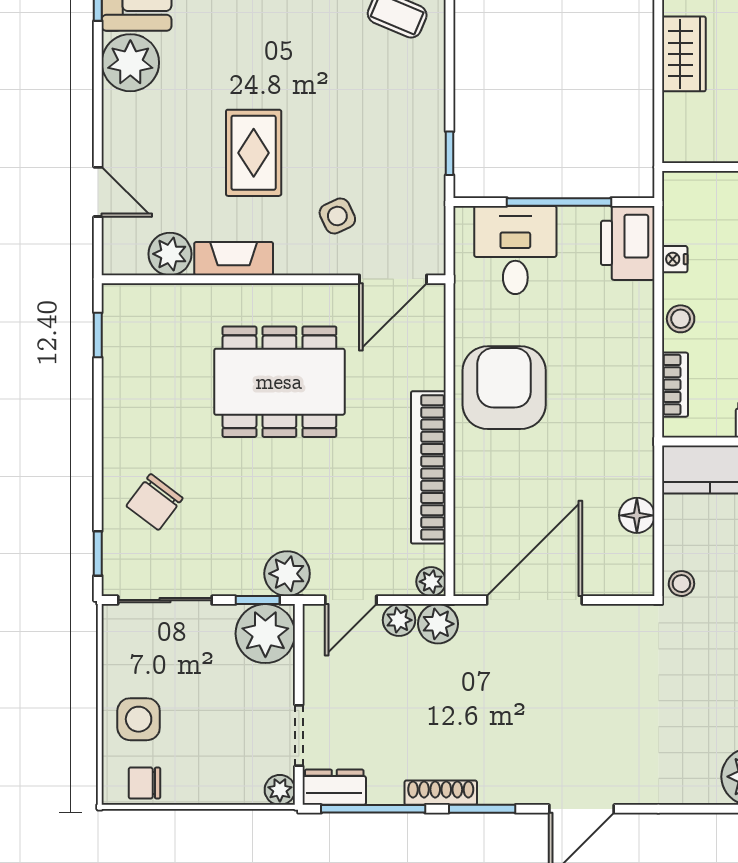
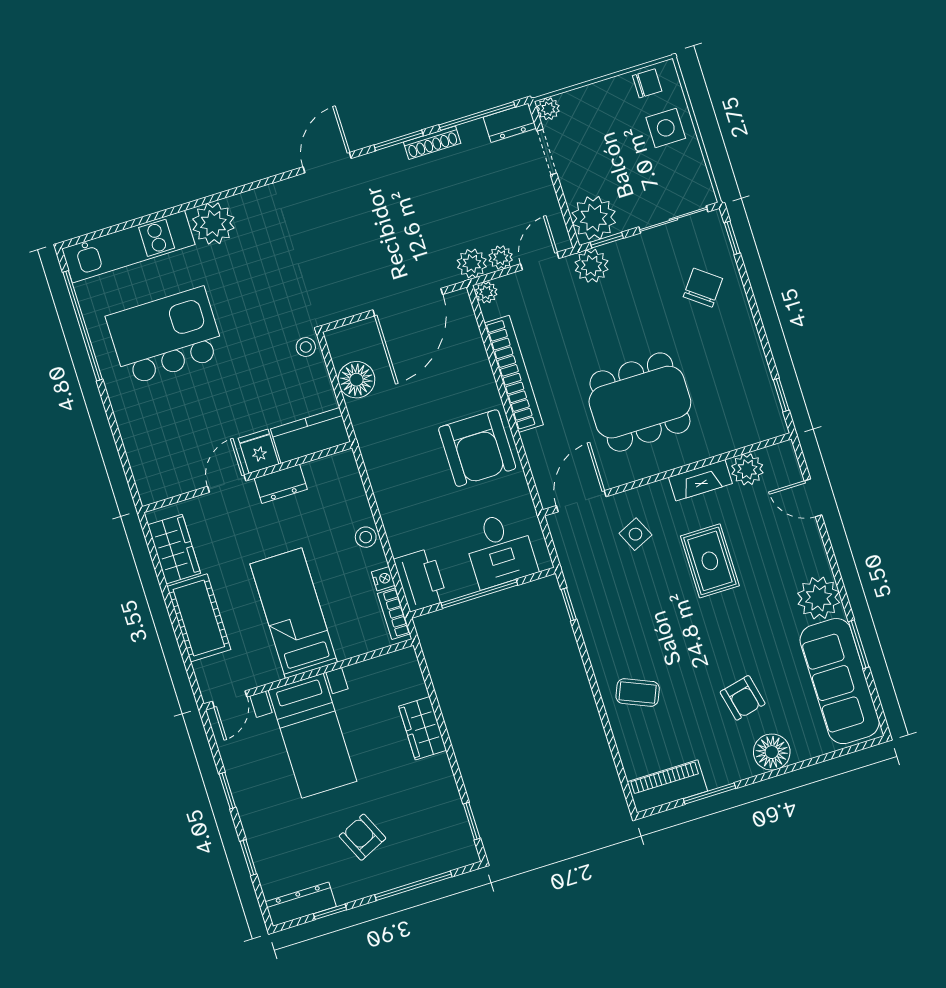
bookcase: (675, 385) -> (394, 614), moved
floor lamp: (637, 515) -> (356, 380), width x1.38, depth x1.38

